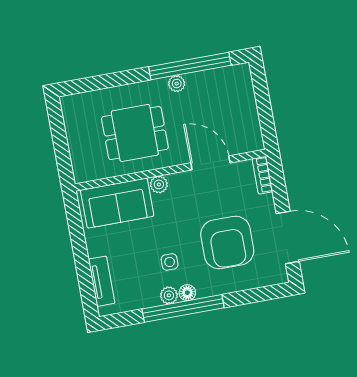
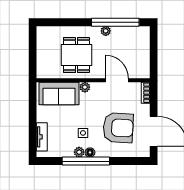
dining table: (135, 133) -> (76, 55), turned 90
armchair: (227, 242) -> (118, 128), turned -87

